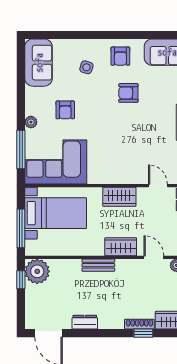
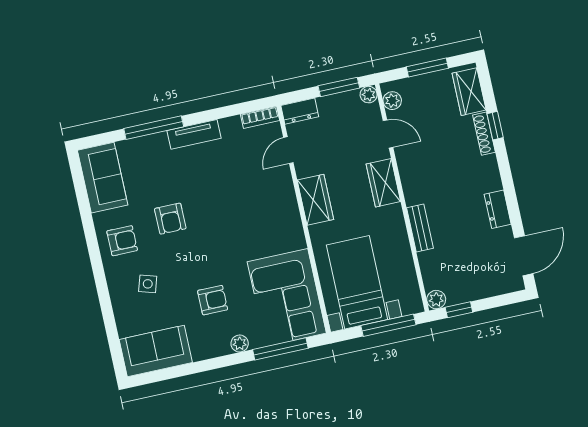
door: (154, 257) -> (388, 134), swing flipped
bench: (98, 265) -> (420, 228), moved
plant: (37, 271) -> (436, 300), width x0.53, depth x0.53

